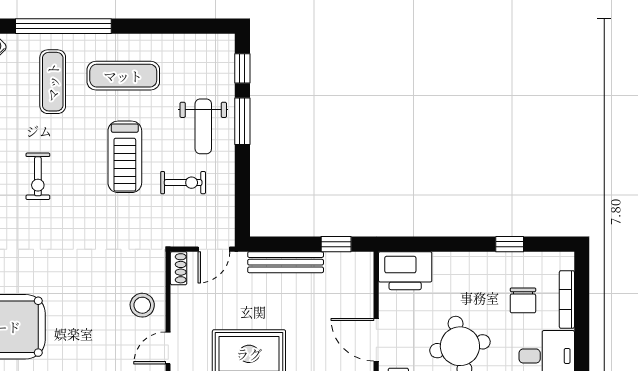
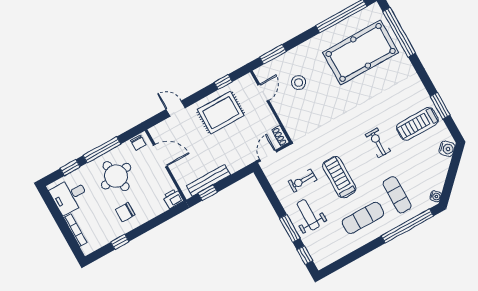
bench: (286, 262) -> (208, 180), moved
printer: (405, 271) -> (173, 198), width x0.53, depth x0.68
chair: (523, 300) -> (125, 212), moved, turned -90
stool: (142, 305) -> (299, 83), moved

